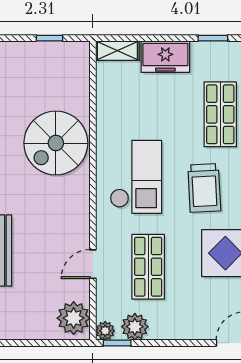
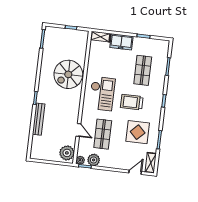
trolley: (204, 188) -> (132, 102), turned 93
door: (93, 264) -> (78, 130), swing flipped

